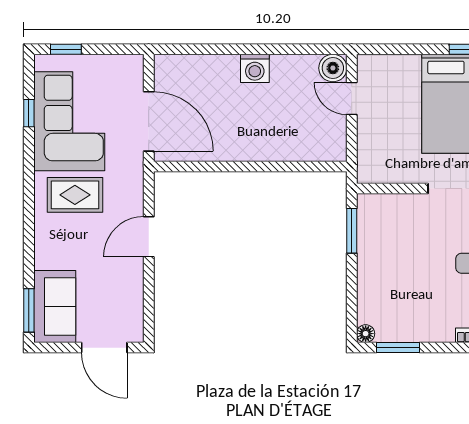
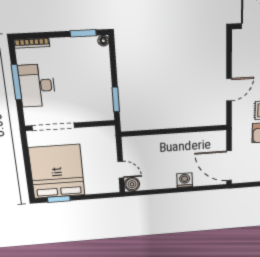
washing machine: (255, 68) -> (185, 180), moved
door: (149, 121) -> (229, 166), moved

